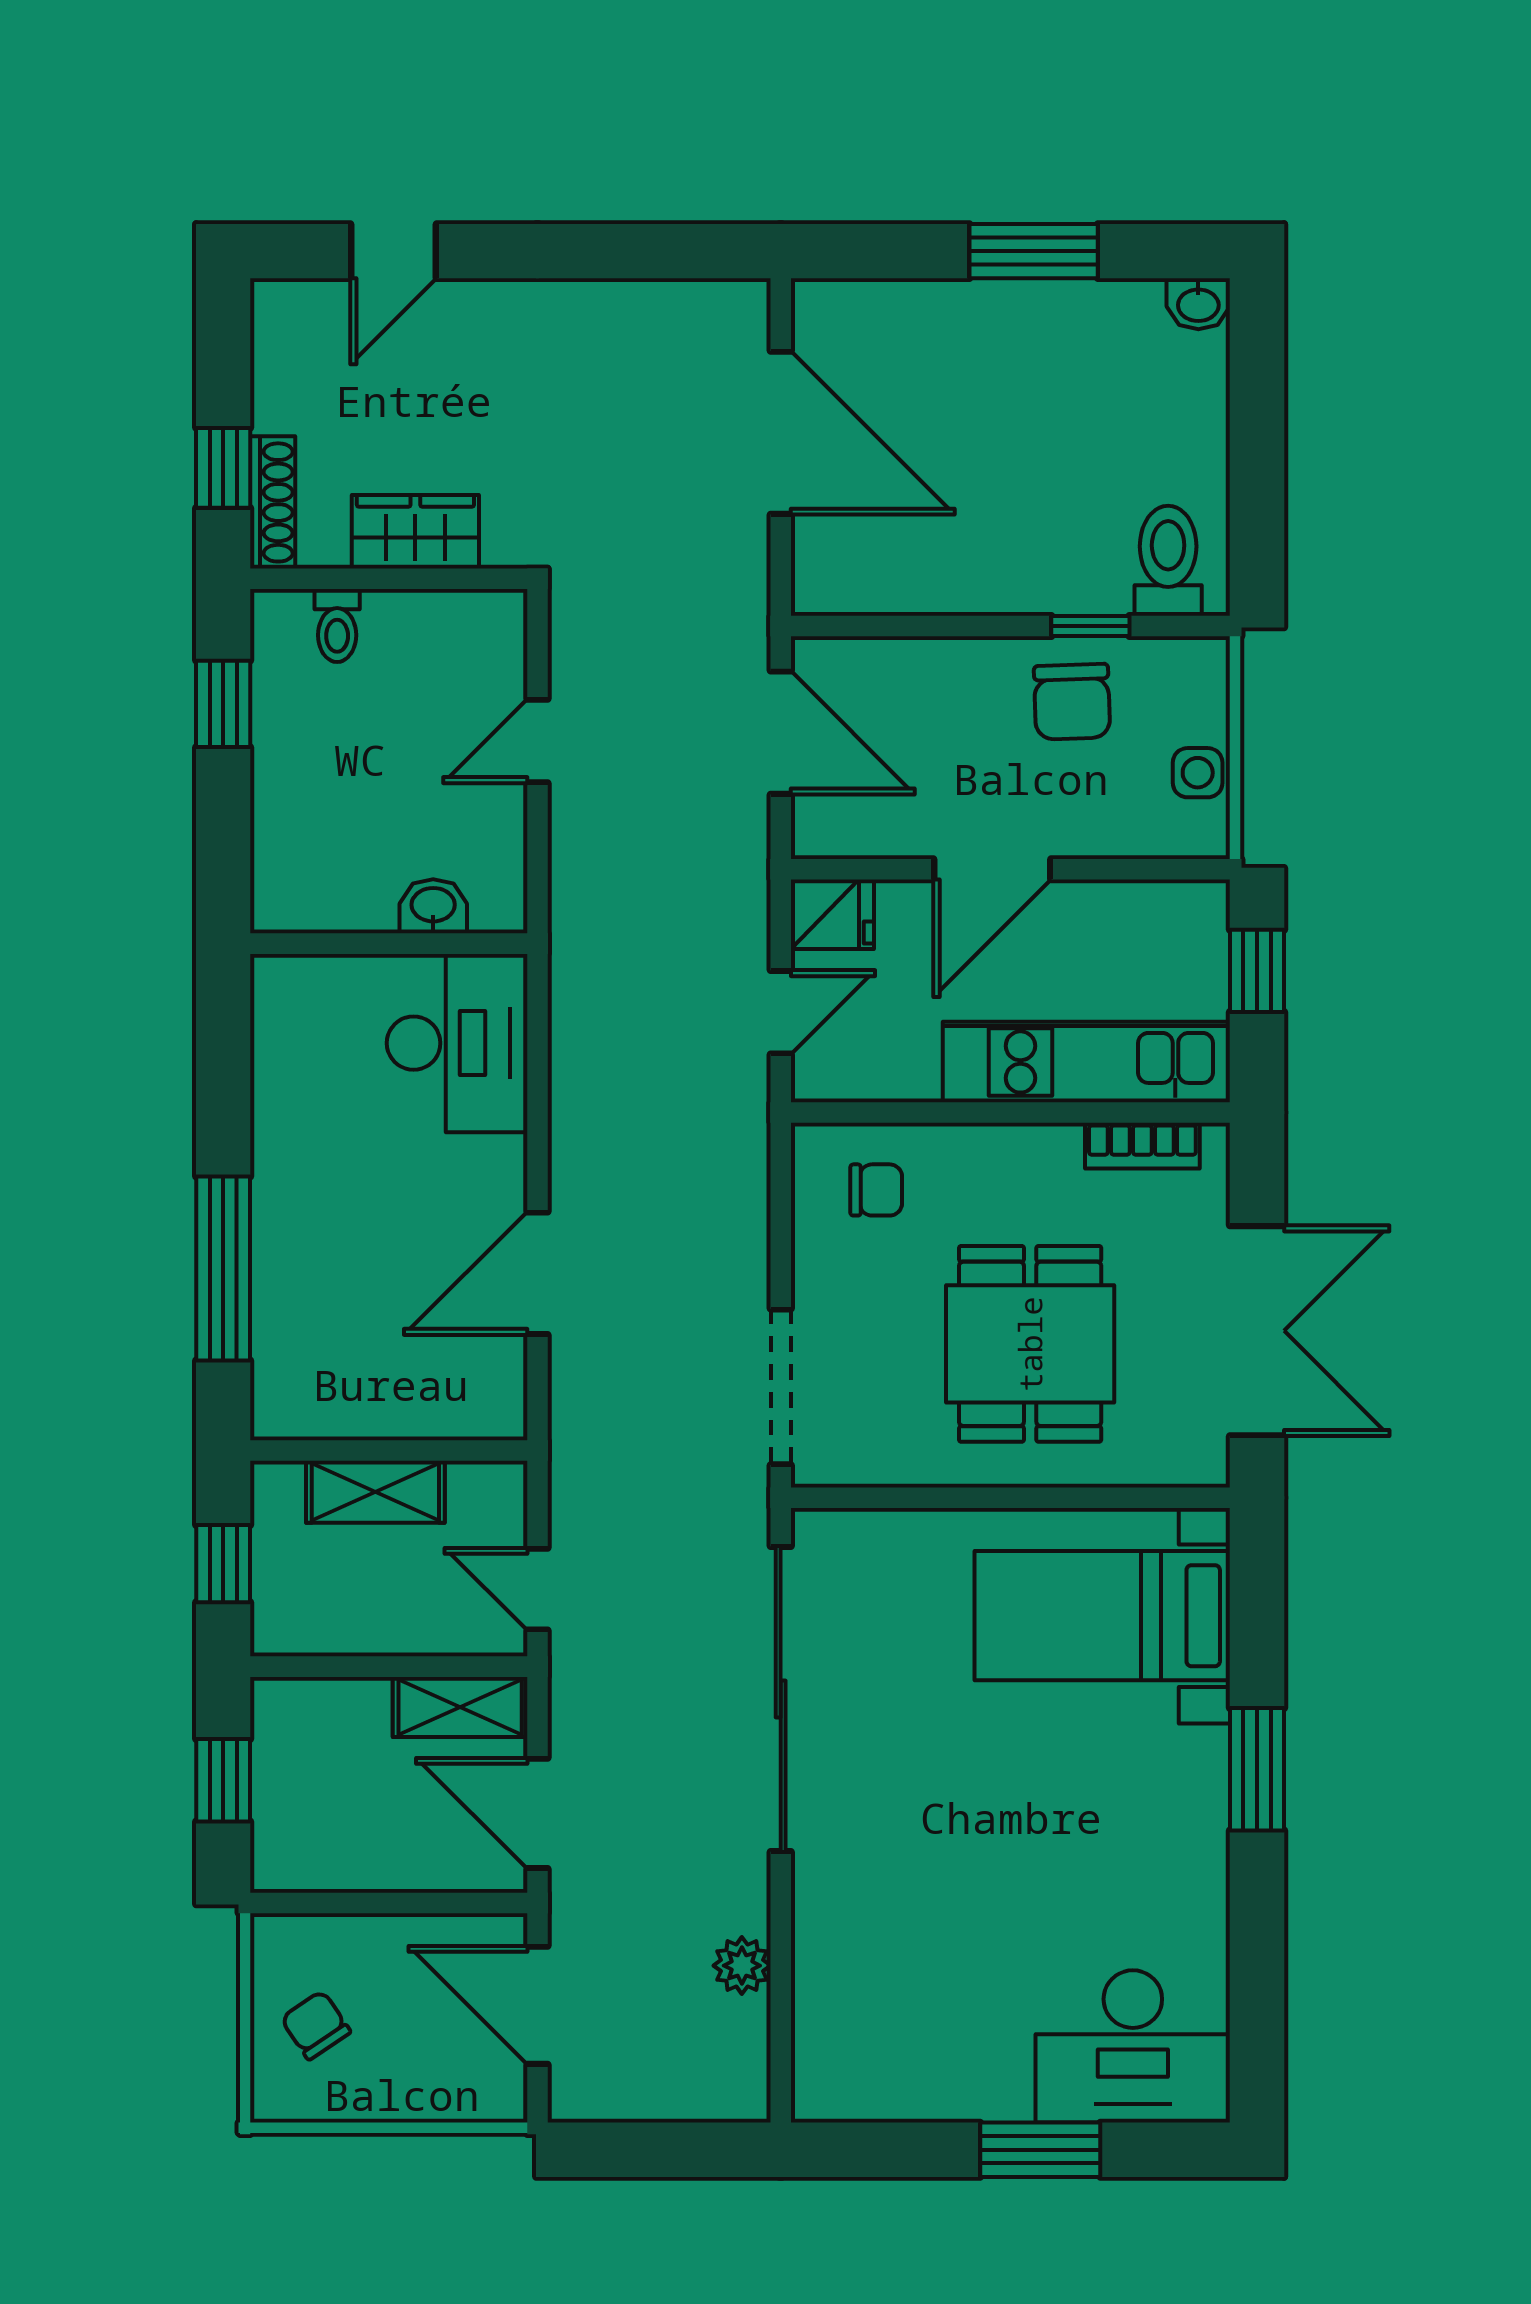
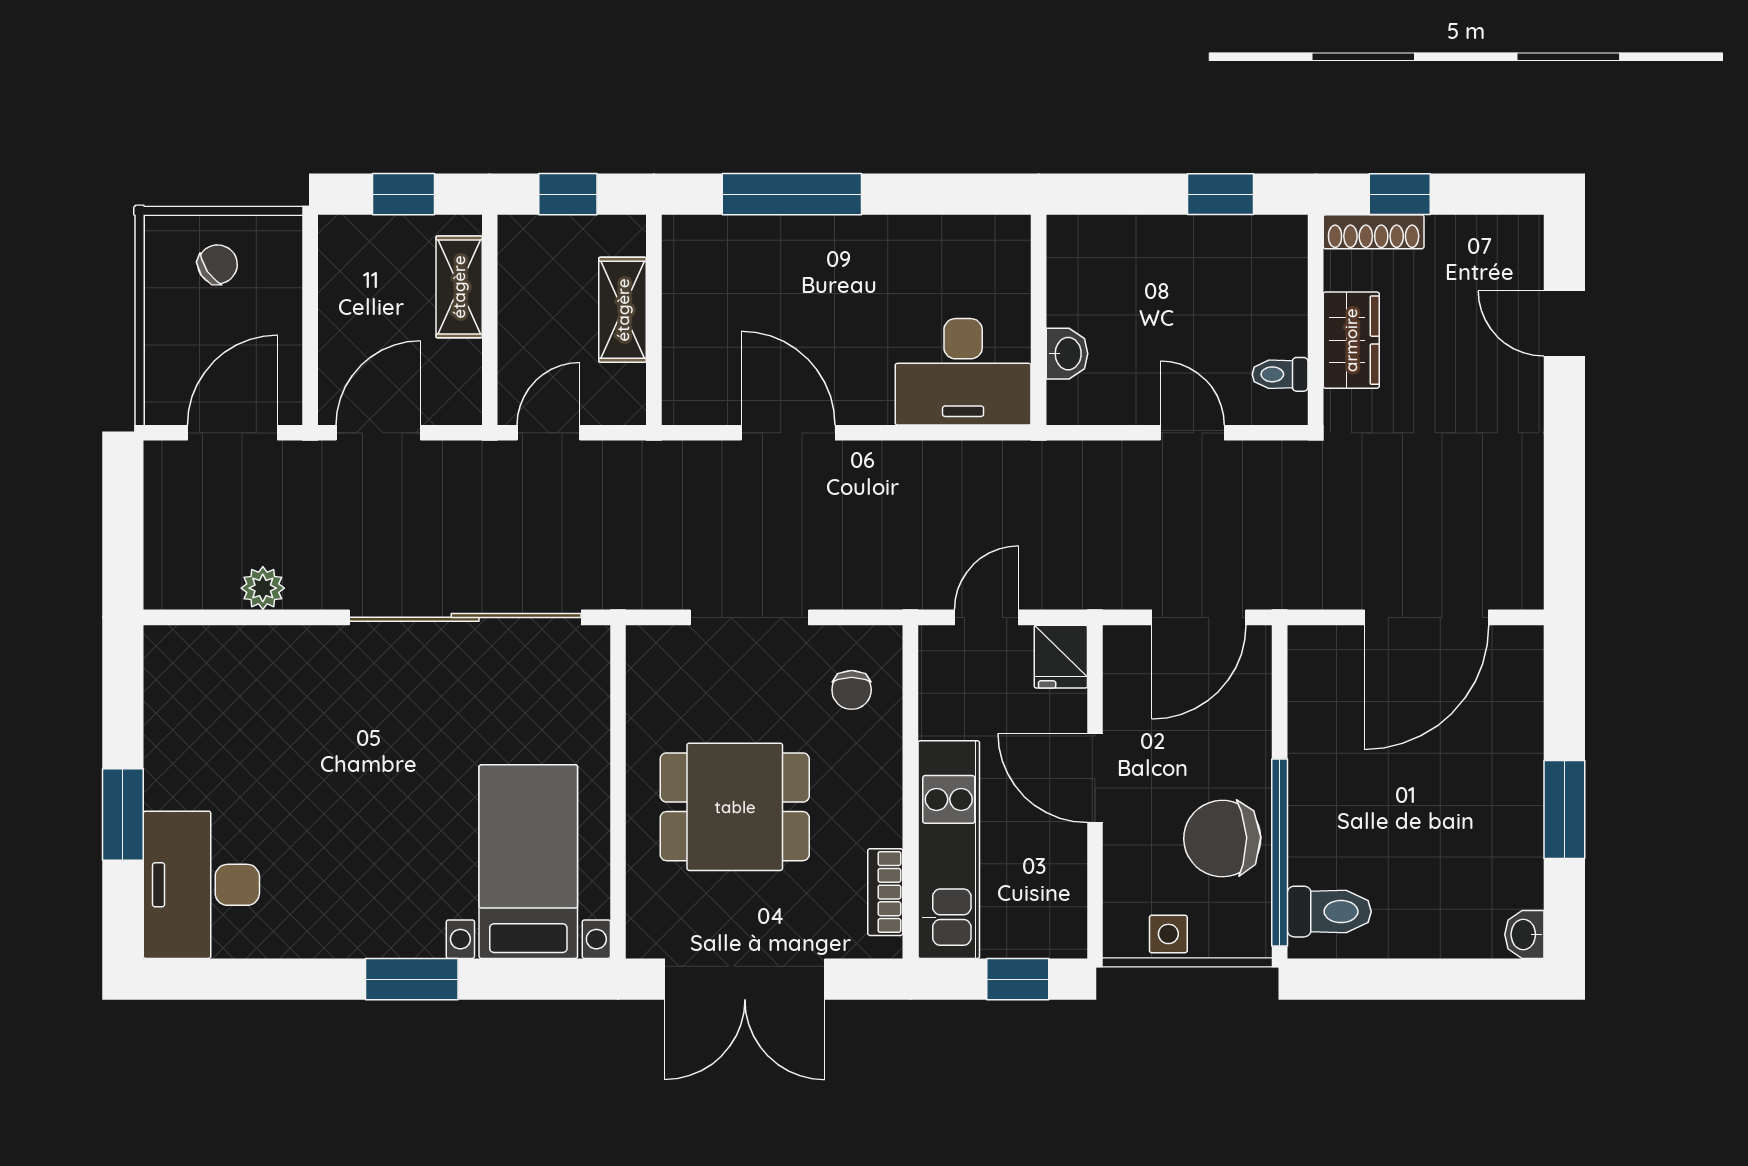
toilet: (337, 626) -> (1280, 374), moved
window: (1090, 626) -> (1280, 853), width x3.17
chair: (1072, 702) -> (1222, 839), width x1.37, depth x1.37
door: (781, 1012) -> (987, 617), swing flipped
doorway: (781, 1387) -> (750, 617), moved
shelving: (460, 1707) -> (459, 287), moved

